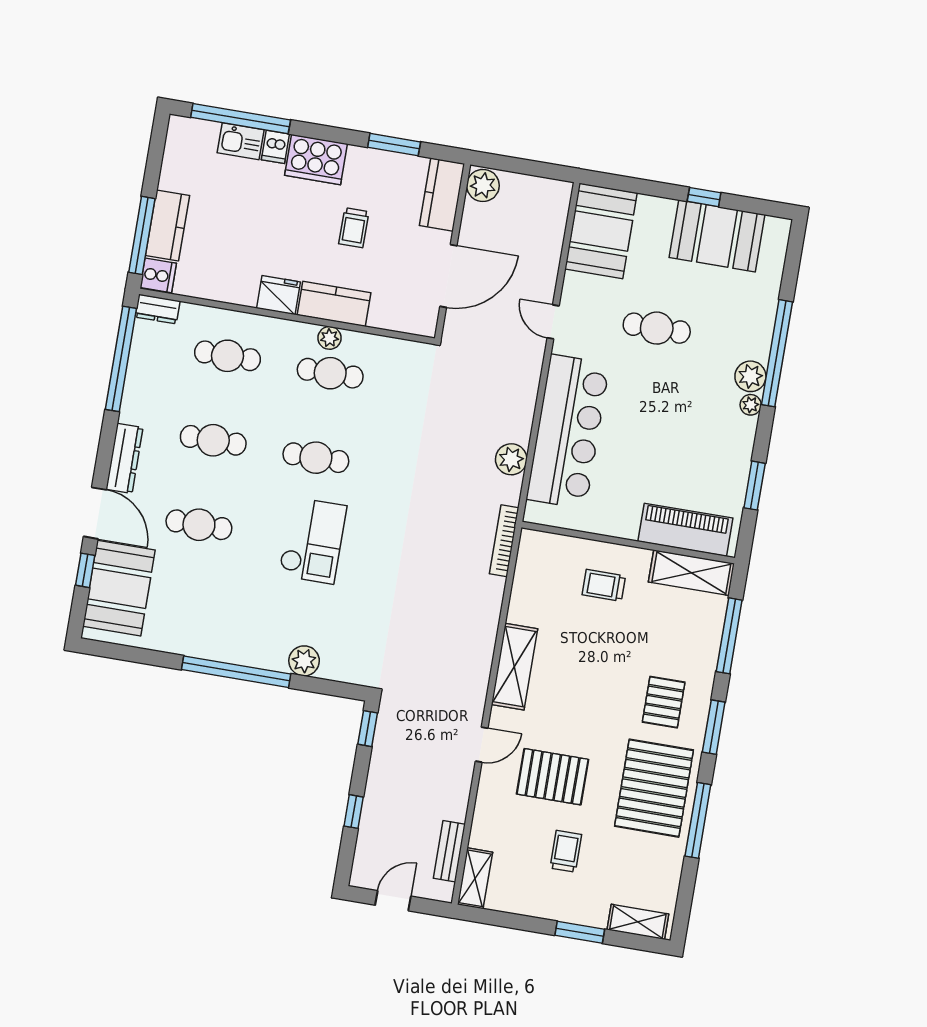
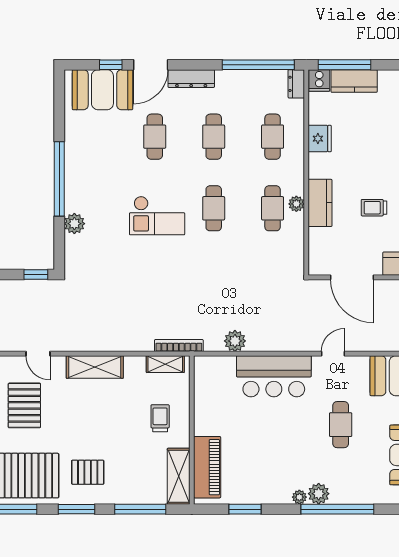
fridge: (278, 295) -> (320, 139), moved
bar counter: (568, 432) -> (274, 376), width x0.73
shelving: (527, 565) -> (165, 364), added

